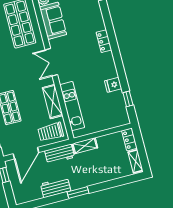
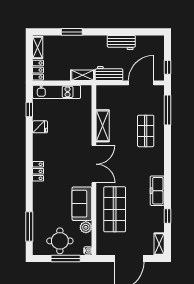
double door: (51, 62) -> (94, 164), width x1.37
kitchen unit: (72, 106) -> (57, 92), moved, turned -90
trolley: (51, 132) -> (112, 97), removed
window: (78, 192) -> (72, 32), moved

